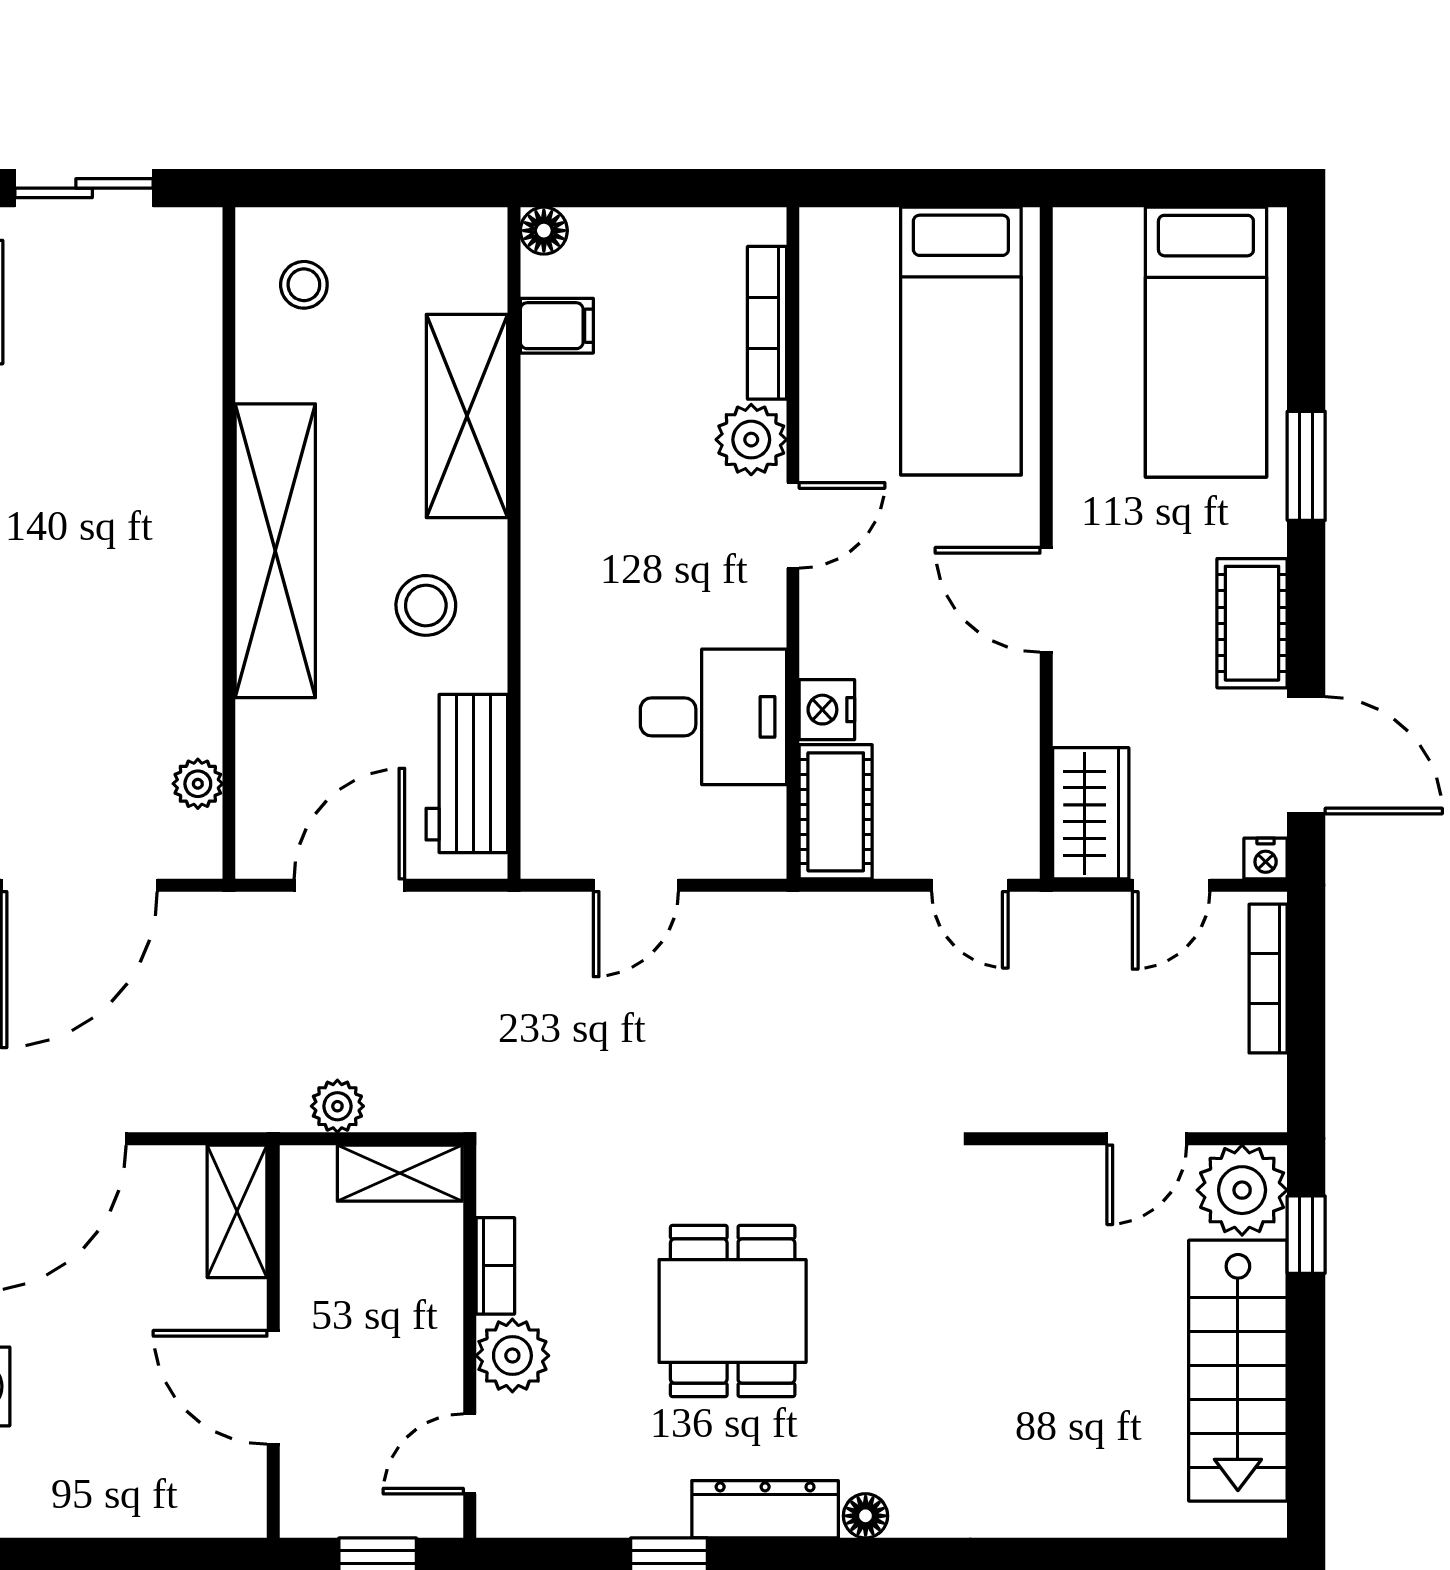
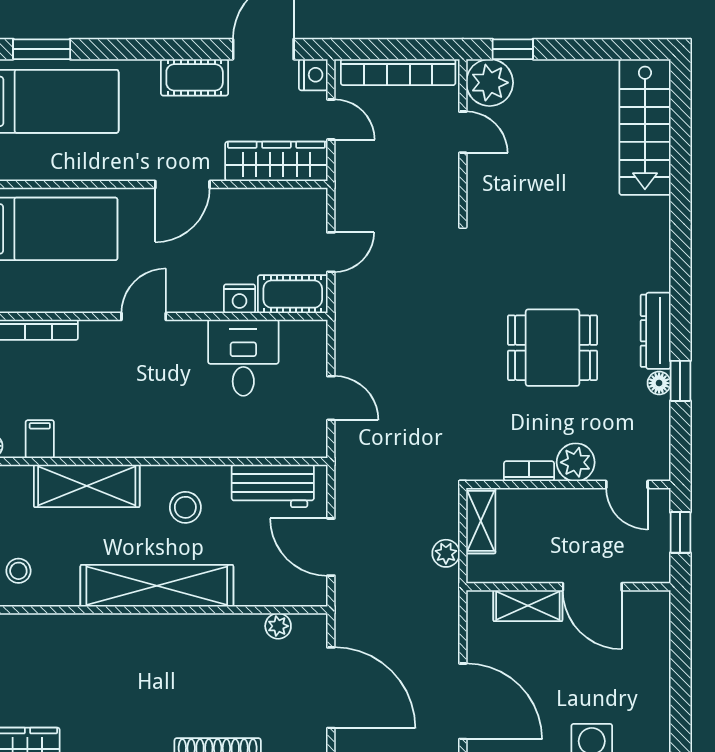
plant: (751, 440) -> (99, 338), removed
window: (1306, 466) -> (42, 49), moved
door: (793, 525) -> (144, 316), hinge flipped
wardrobe: (1091, 813) -> (276, 161), width x1.50
nightstand: (1266, 858) -> (313, 75), width x1.39, depth x1.35
door: (970, 885) -> (331, 252), moved
bookcase: (1268, 979) -> (398, 72), width x1.48, depth x1.31
shelving: (237, 1211) -> (528, 606), moved
stairs: (1238, 1371) -> (645, 127), moved, turned 90
door: (273, 1387) -> (592, 587), hinge flipped
floor lamp: (866, 1516) -> (659, 383), moved

